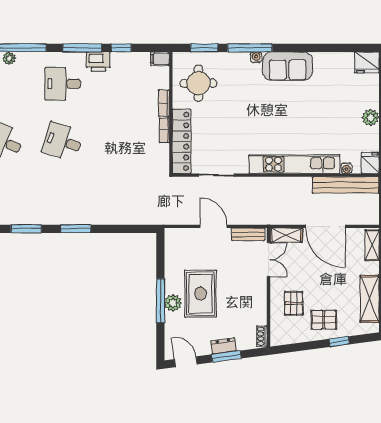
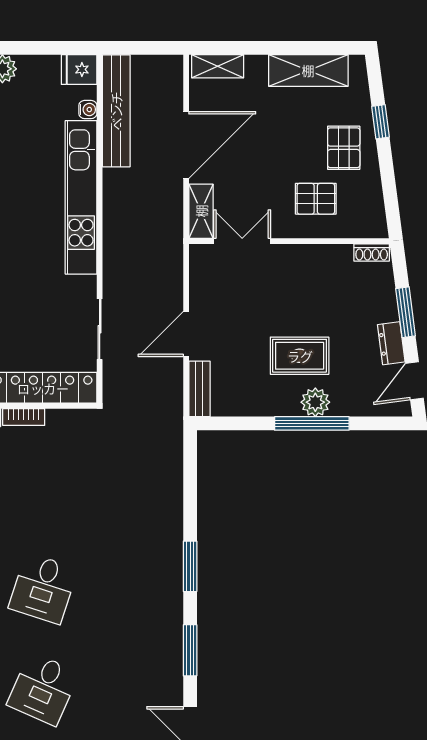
bench: (248, 234) -> (199, 389), moved
rug: (201, 294) -> (300, 356), width x0.73, depth x0.70
dresser: (223, 346) -> (391, 343), moved

